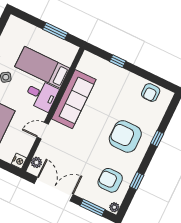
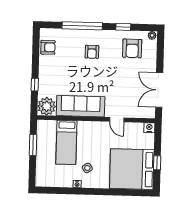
desk: (41, 95) -> (89, 133), removed
armchair: (125, 136) -> (92, 52), width x0.53, depth x0.53
window: (157, 139) -> (82, 26), width x3.17
plant: (36, 162) -> (47, 106), moved, width x1.87, depth x1.87
window: (93, 208) -> (160, 53), removed

